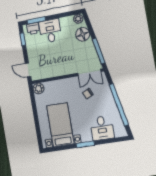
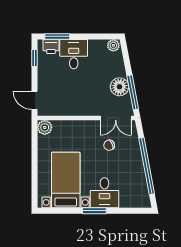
floor lamp: (83, 34) -> (119, 87), moved
desk: (102, 128) -> (104, 193), moved

